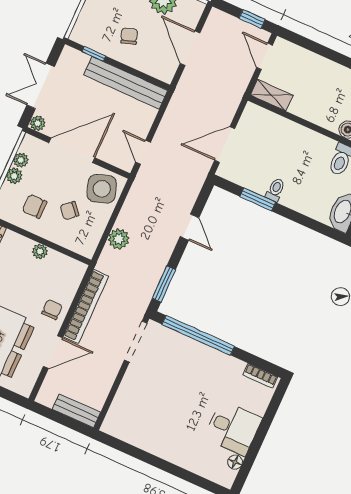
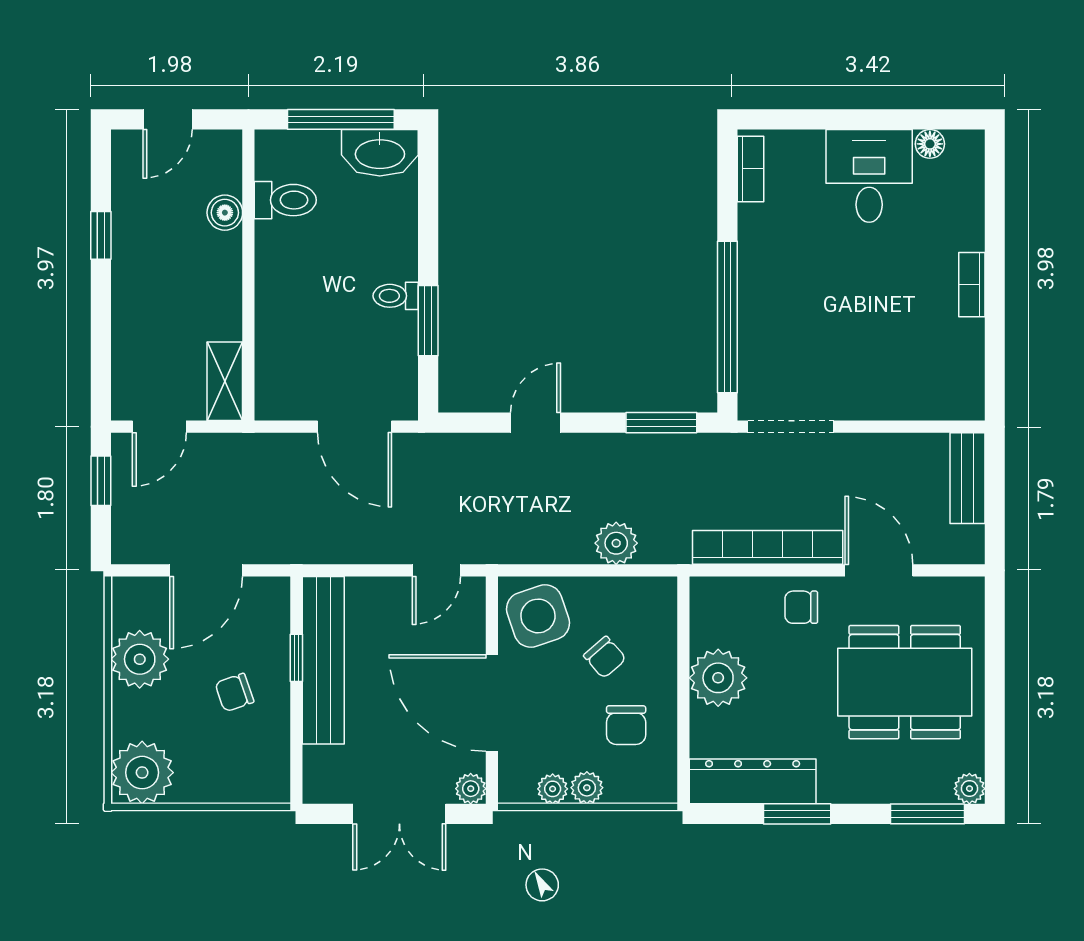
window: (94, 54) -> (296, 658), moved
plant: (40, 251) -> (718, 678), width x1.87, depth x1.87
bookcase: (163, 452) -> (972, 285), added

